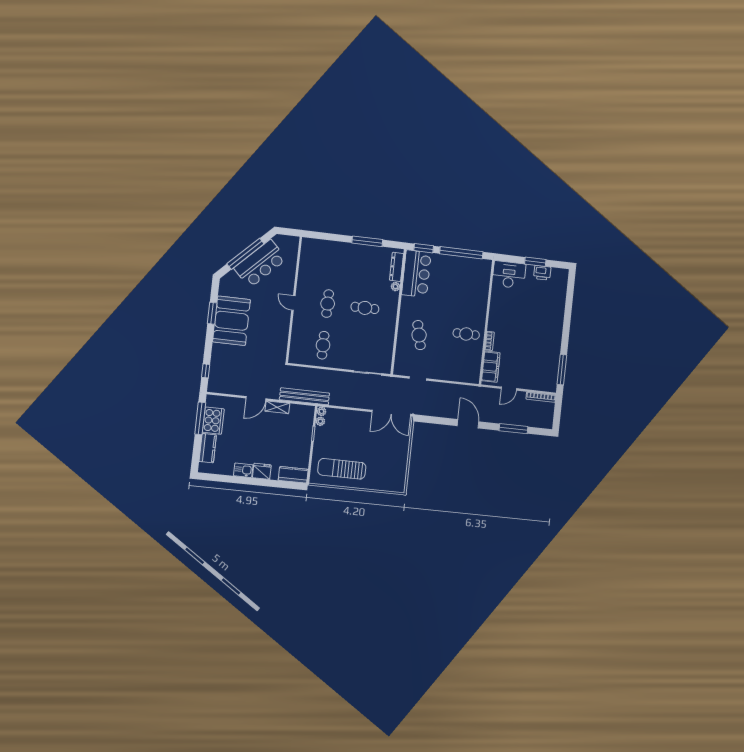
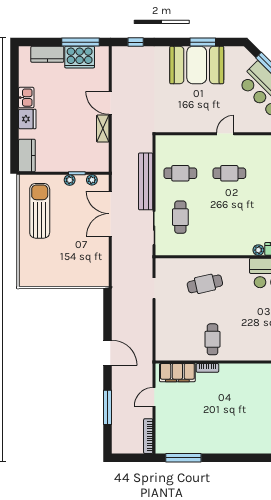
cafe table: (365, 308) -> (180, 217), moved
door: (509, 389) -> (154, 397), hinge flipped
bench: (304, 396) -> (146, 181), moved
plant: (322, 411) -> (70, 180), moved
double door: (391, 413) -> (110, 214), moved
door: (468, 424) -> (108, 353), hinge flipped

